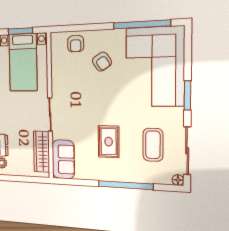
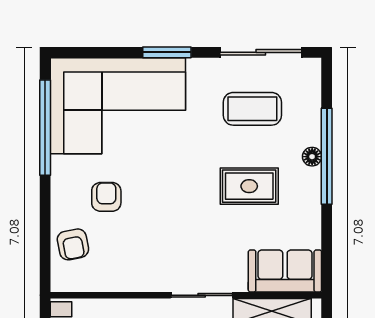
armchair: (76, 44) -> (73, 244), turned 79
armchair: (102, 62) -> (106, 197), turned -56
floor lamp: (178, 180) -> (312, 157), moved

